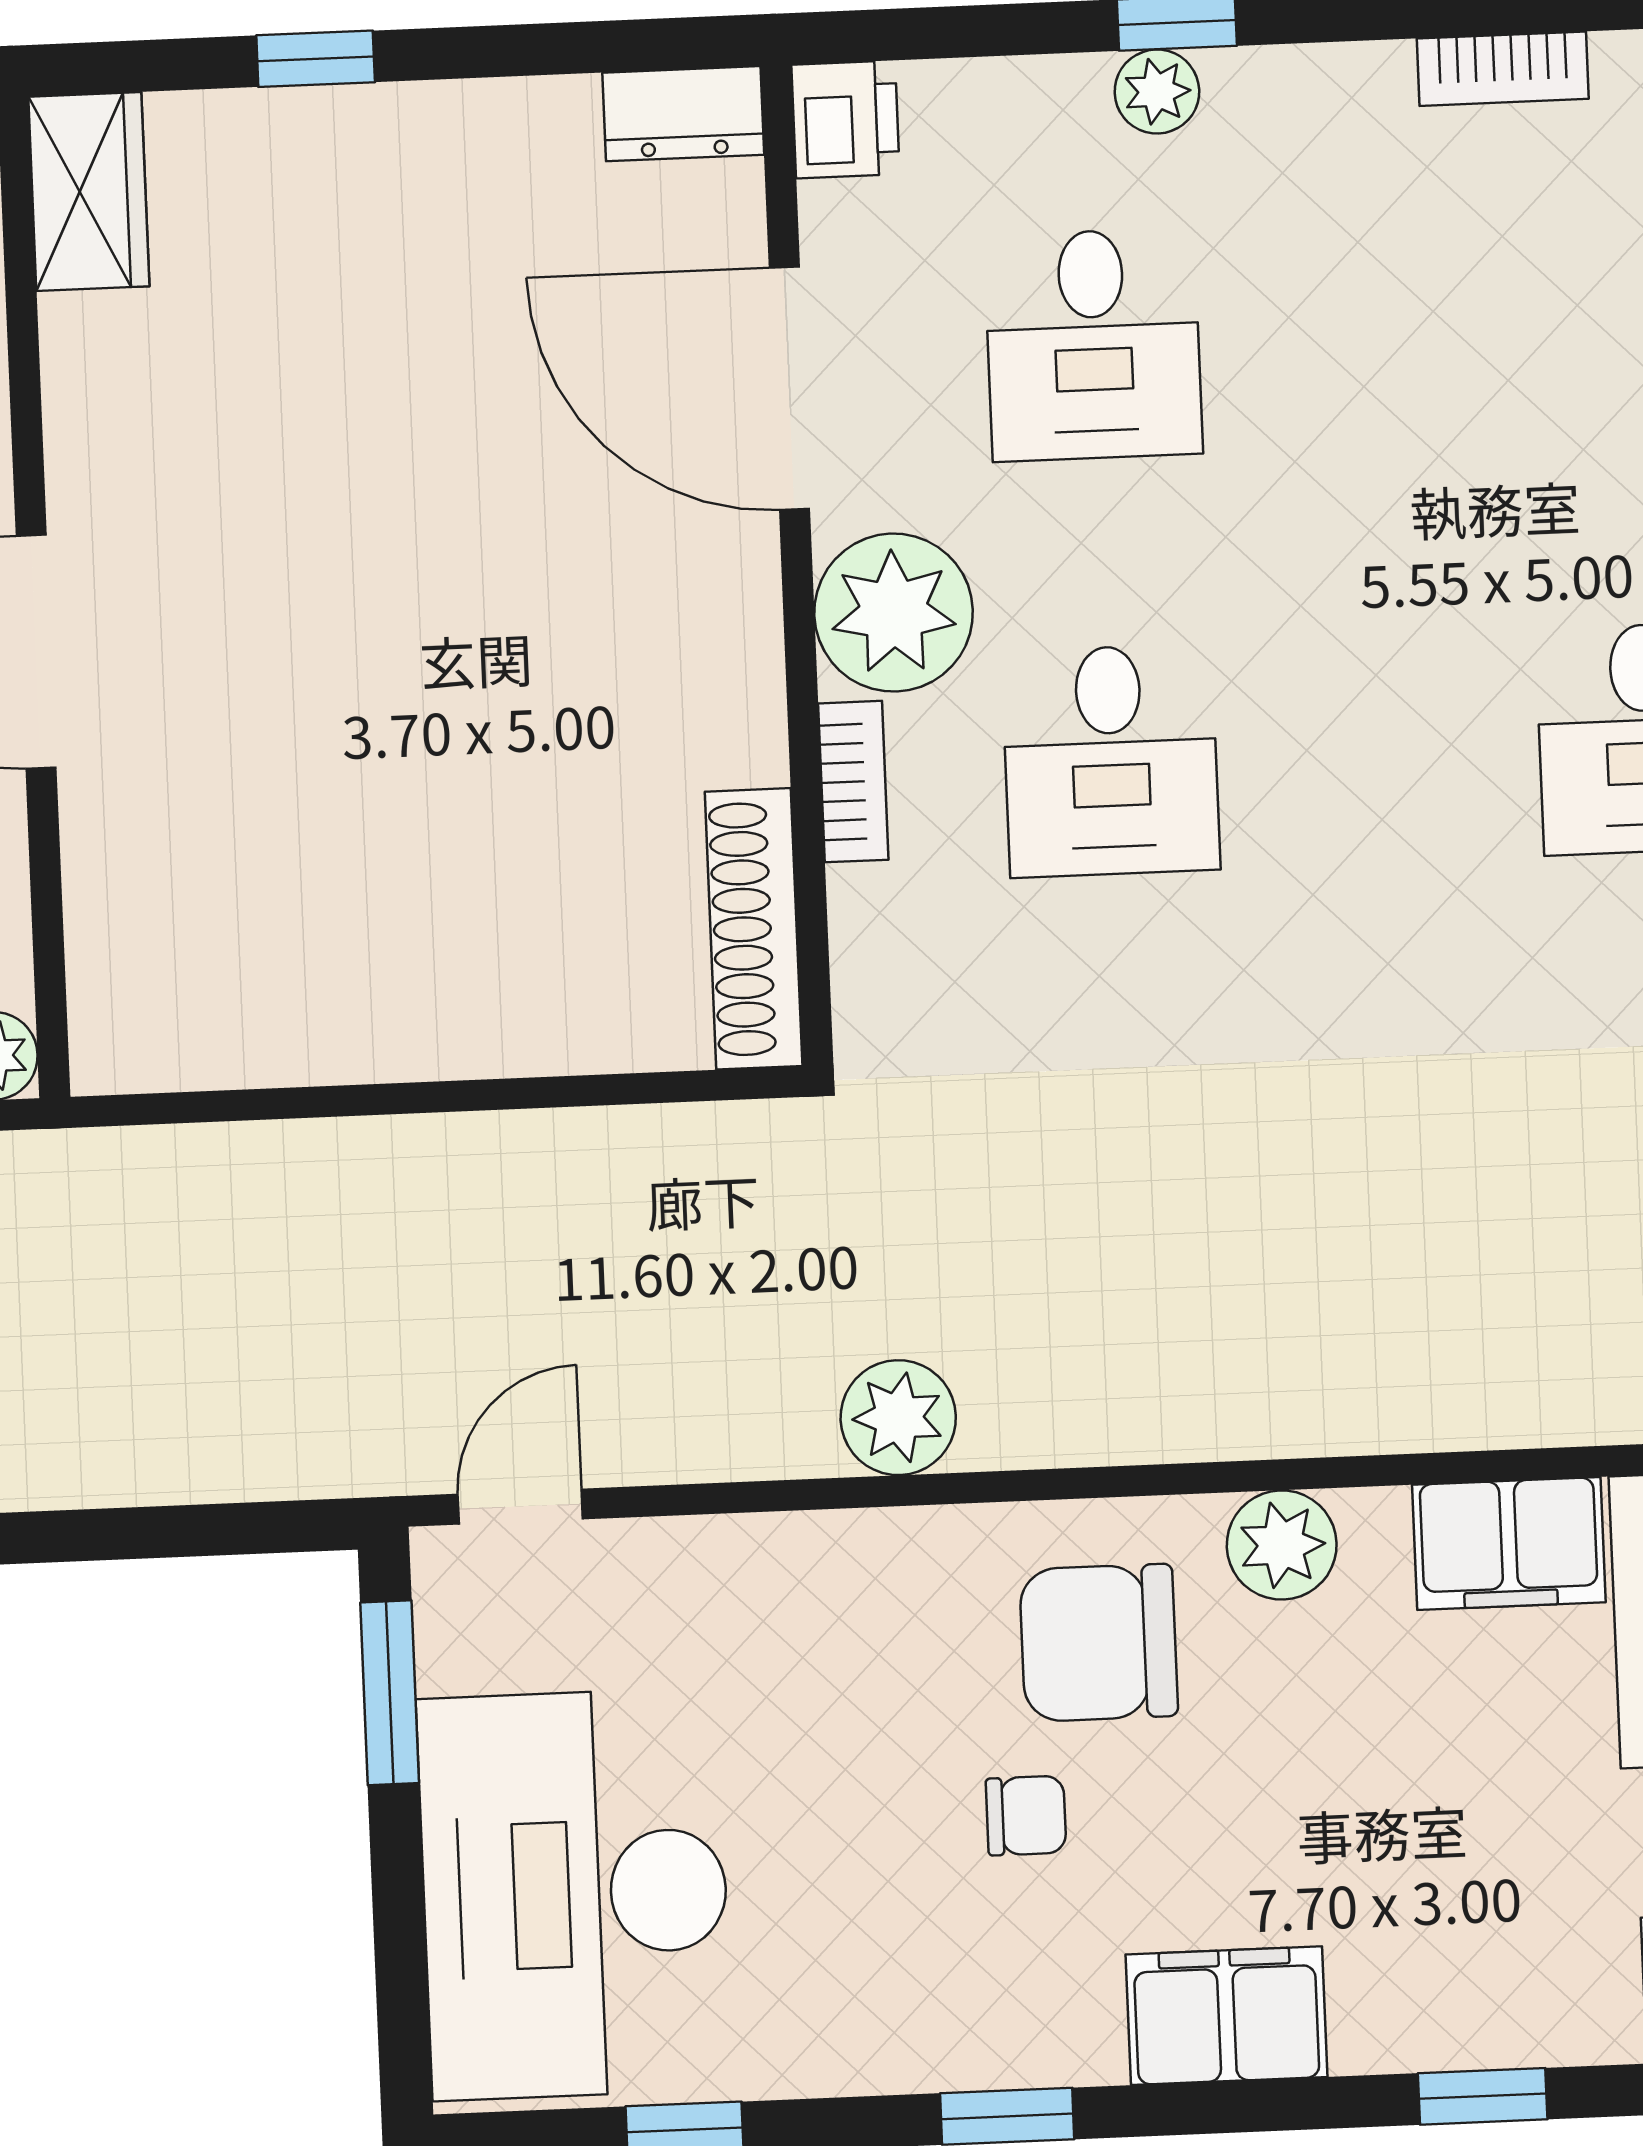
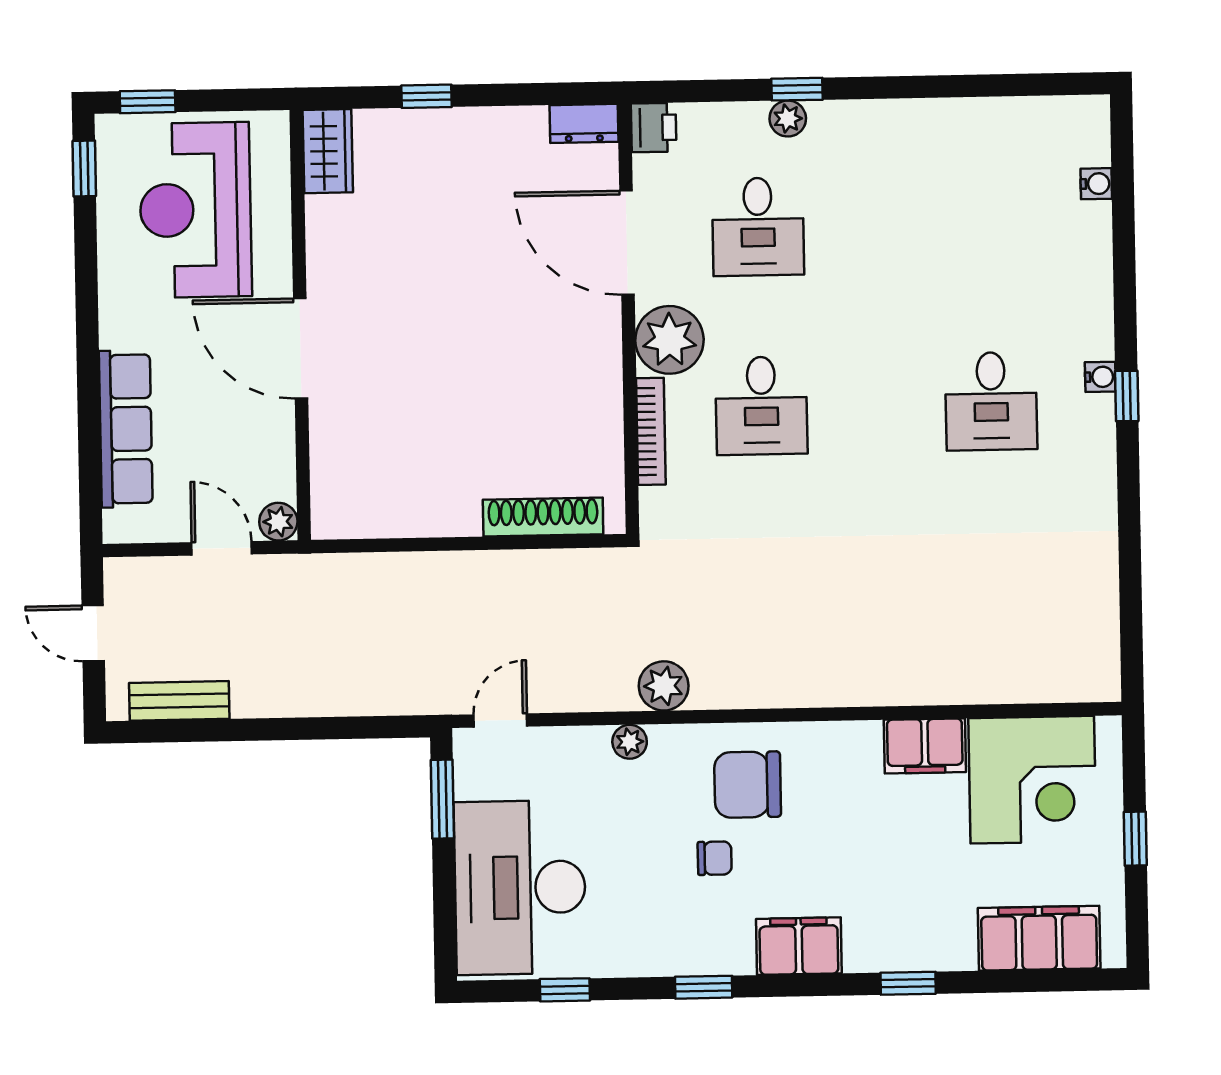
bookcase: (1503, 69) -> (937, 112), removed
bookcase: (853, 782) -> (651, 431), width x1.56
shoe rack: (754, 929) -> (543, 517), moved, turned 90
plant: (1282, 1545) -> (630, 742), moved, width x0.73, depth x0.73

